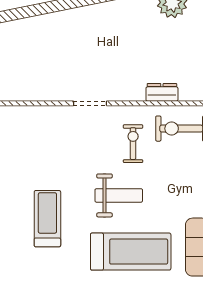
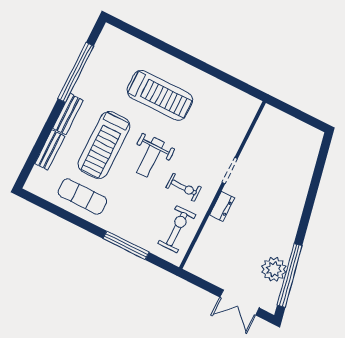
dresser: (162, 92) -> (222, 206), moved
treadmill: (47, 219) -> (160, 95), width x1.37, depth x1.38

